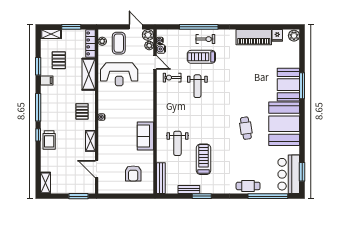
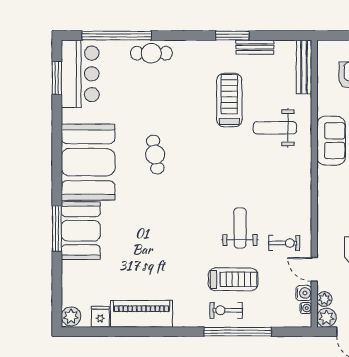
weight bench: (177, 143) -> (275, 128), turned -90
treadmill: (204, 159) -> (229, 100), turned 180

